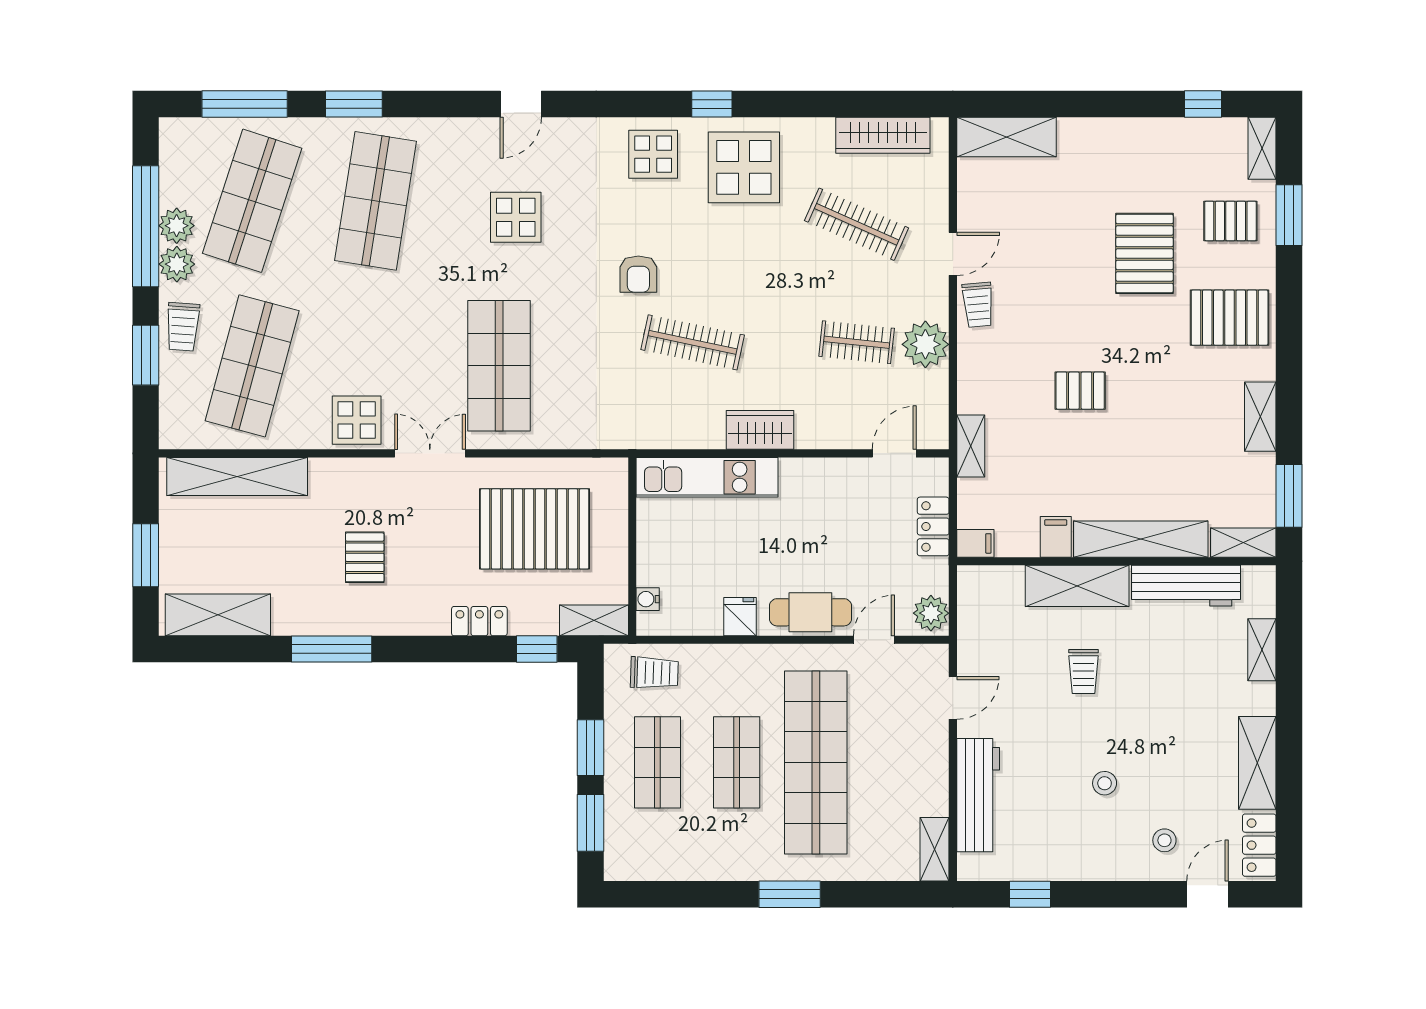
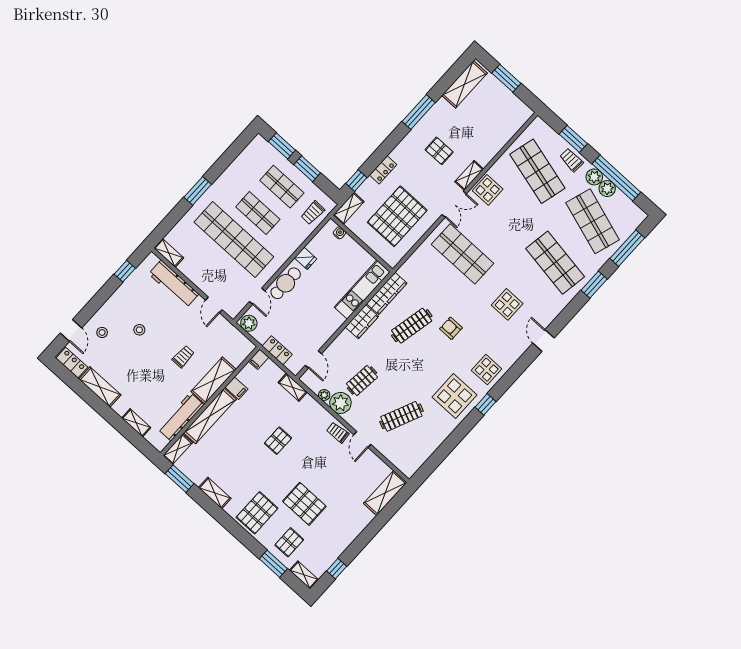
wardrobe: (883, 135) -> (387, 293), moved, turned 180
plant: (937, 383) -> (324, 395), added
shelving: (237, 476) -> (469, 175), moved, width x0.45, depth x0.75
trolley: (1083, 671) -> (183, 357), turned 90

